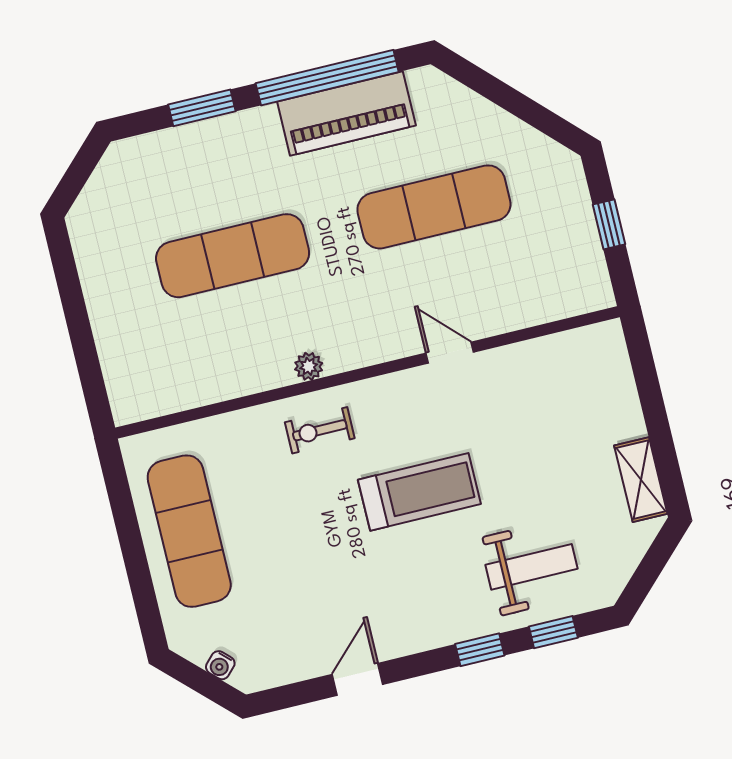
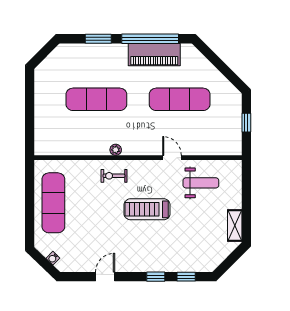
treadmill: (419, 492) -> (147, 209), turned 180
weight bench: (532, 567) -> (201, 183), moved

